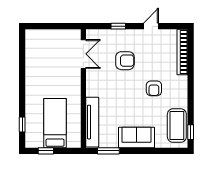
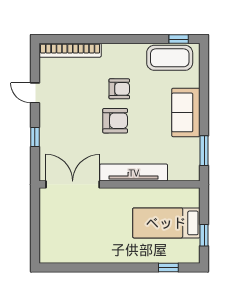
double door: (83, 54) -> (73, 184), width x1.37
armchair: (125, 61) -> (115, 121), moved, turned 90
tv unit: (92, 122) -> (134, 173), moved

